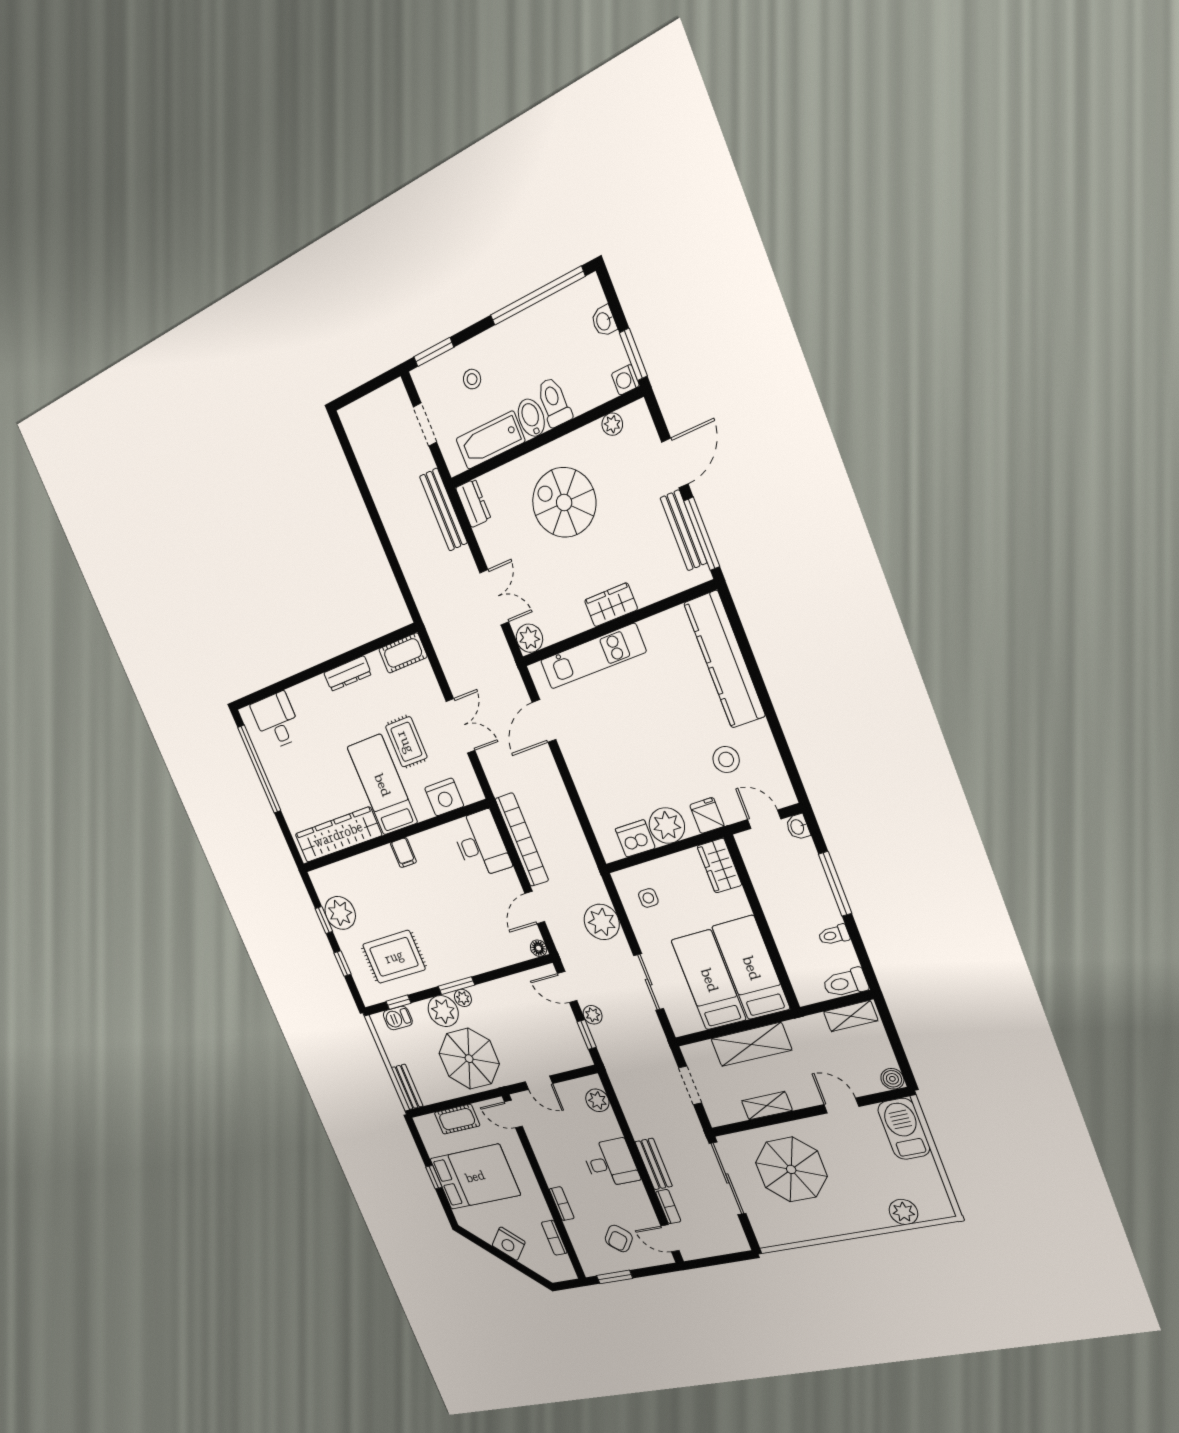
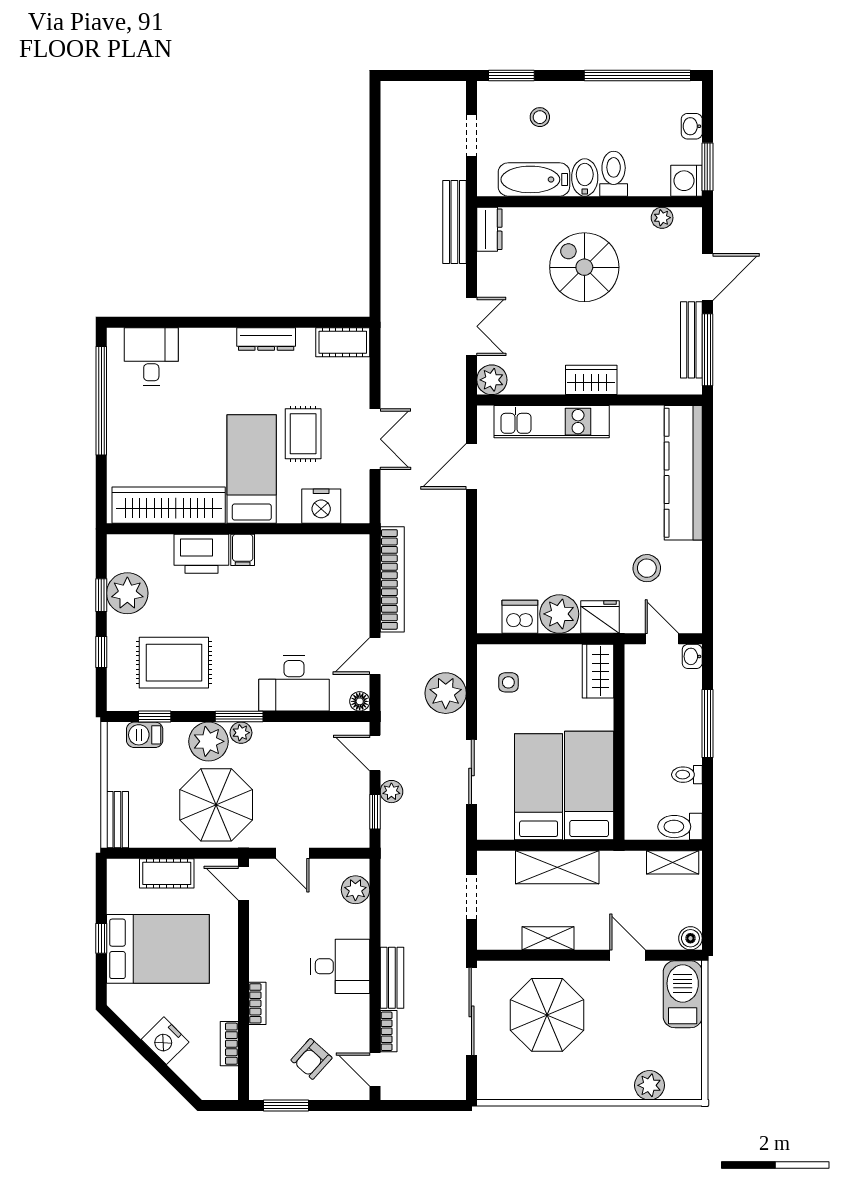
washing machine: (625, 380) -> (687, 181), width x1.38, depth x1.38
fridge: (707, 816) -> (600, 617), width x1.38
desk: (481, 844) -> (294, 684), moved, turned 90
printer: (376, 865) -> (201, 554), added

